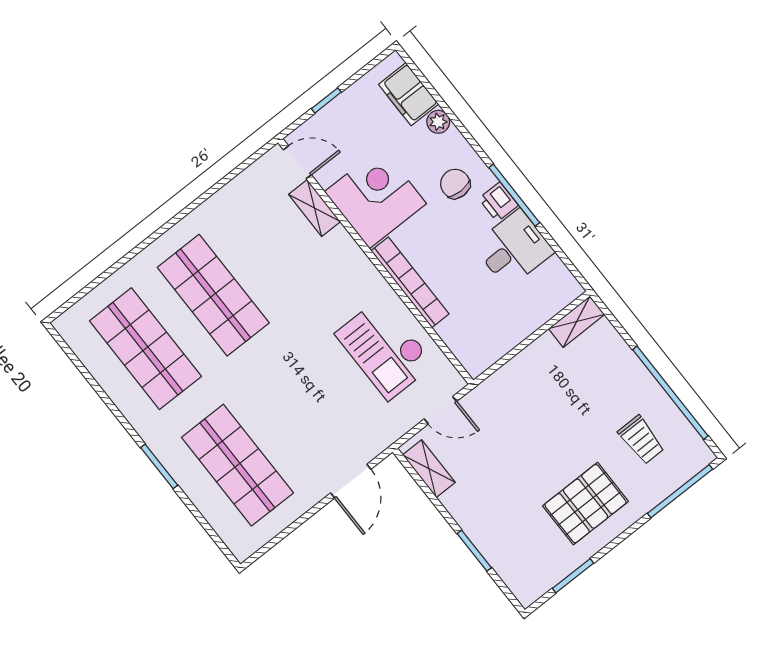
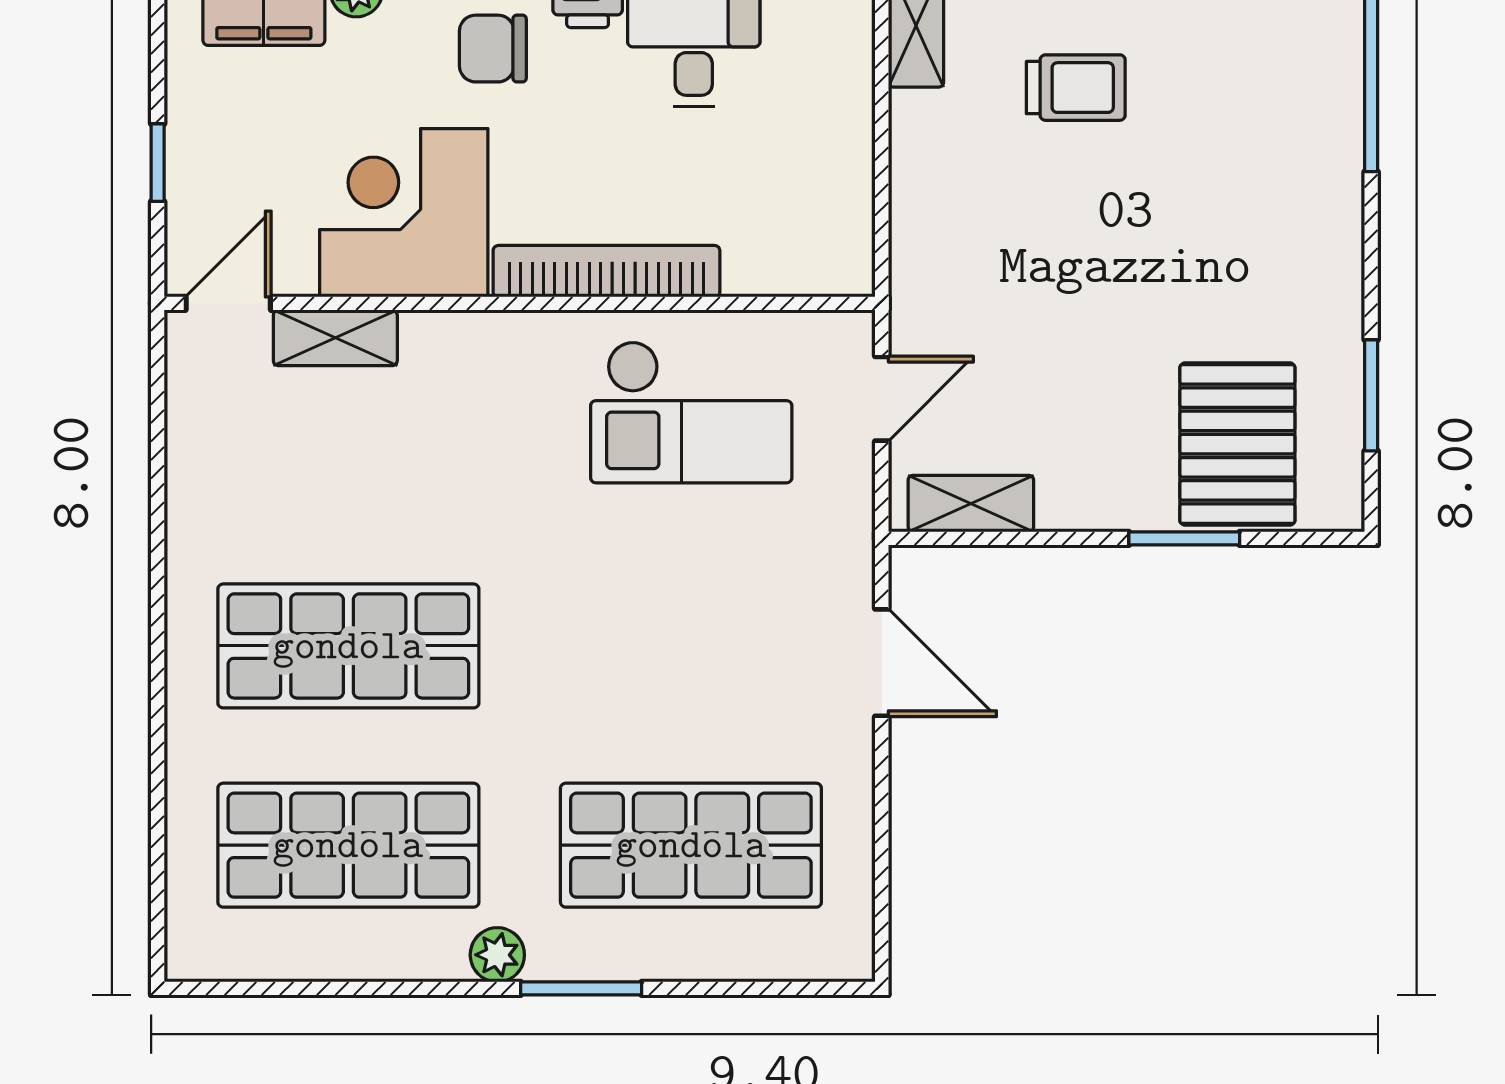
plant: (148, 429) -> (497, 955), added
trolley: (641, 440) -> (1076, 88), moved
pallet: (585, 504) -> (1237, 444), moved

